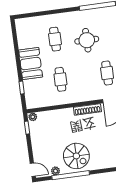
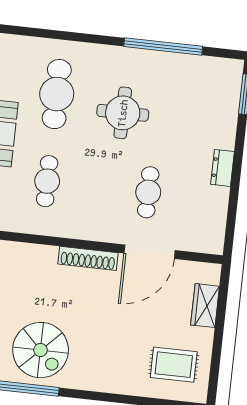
cafe table: (55, 39) -> (57, 94), width x1.37, depth x1.35

